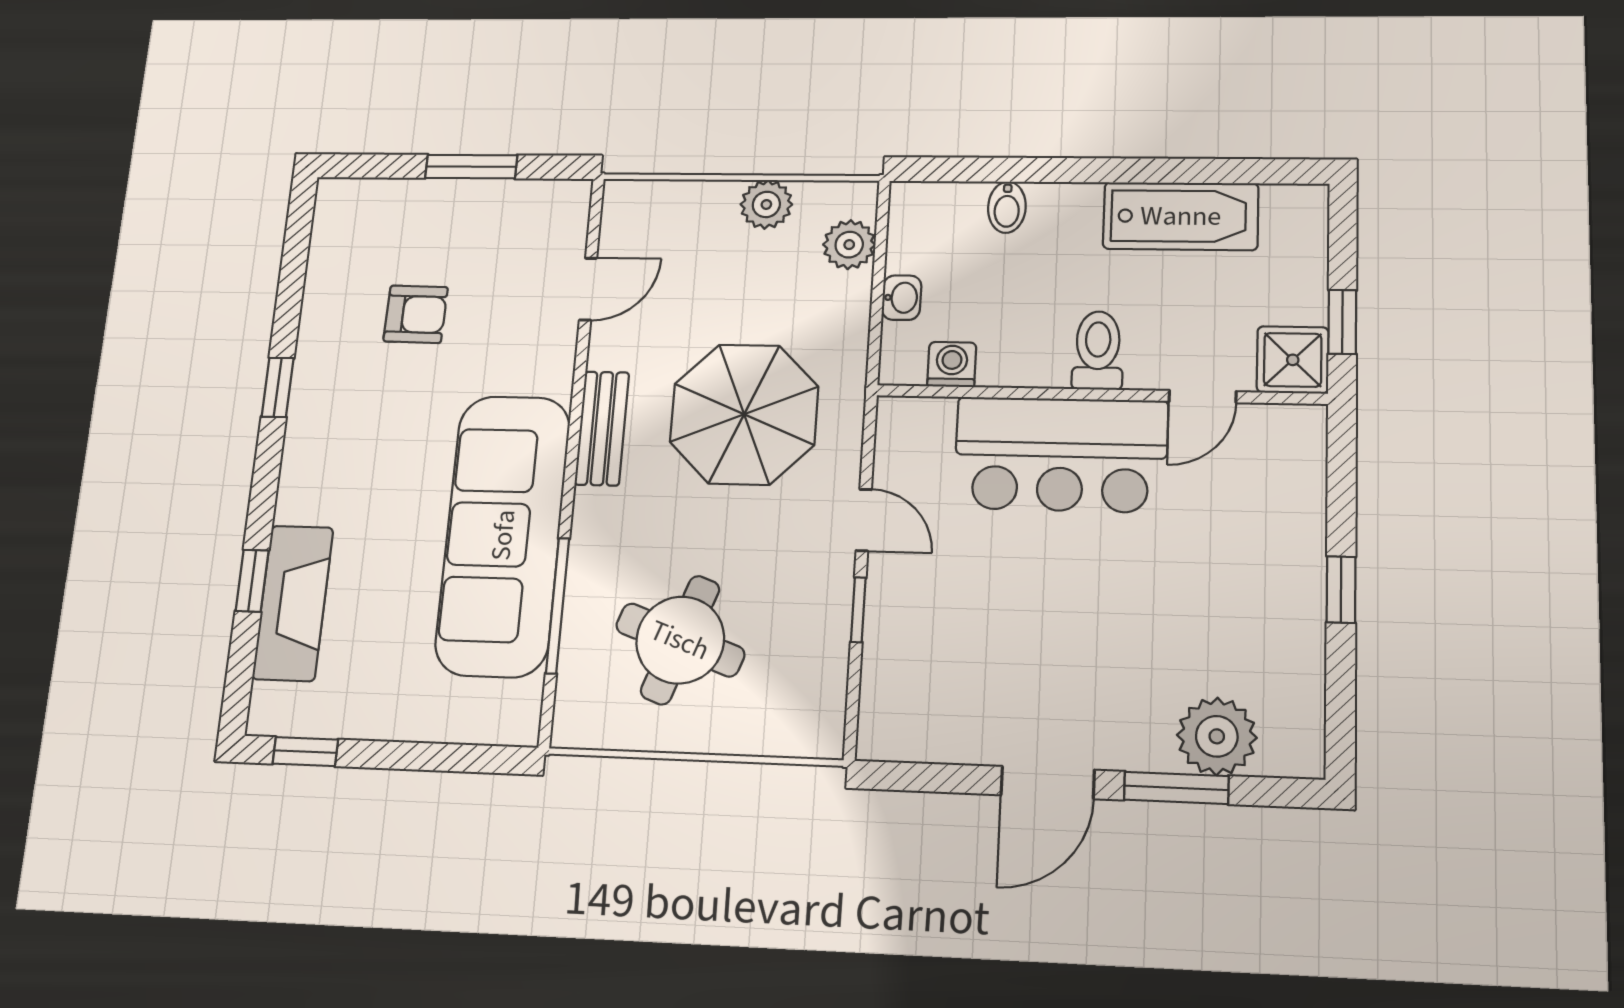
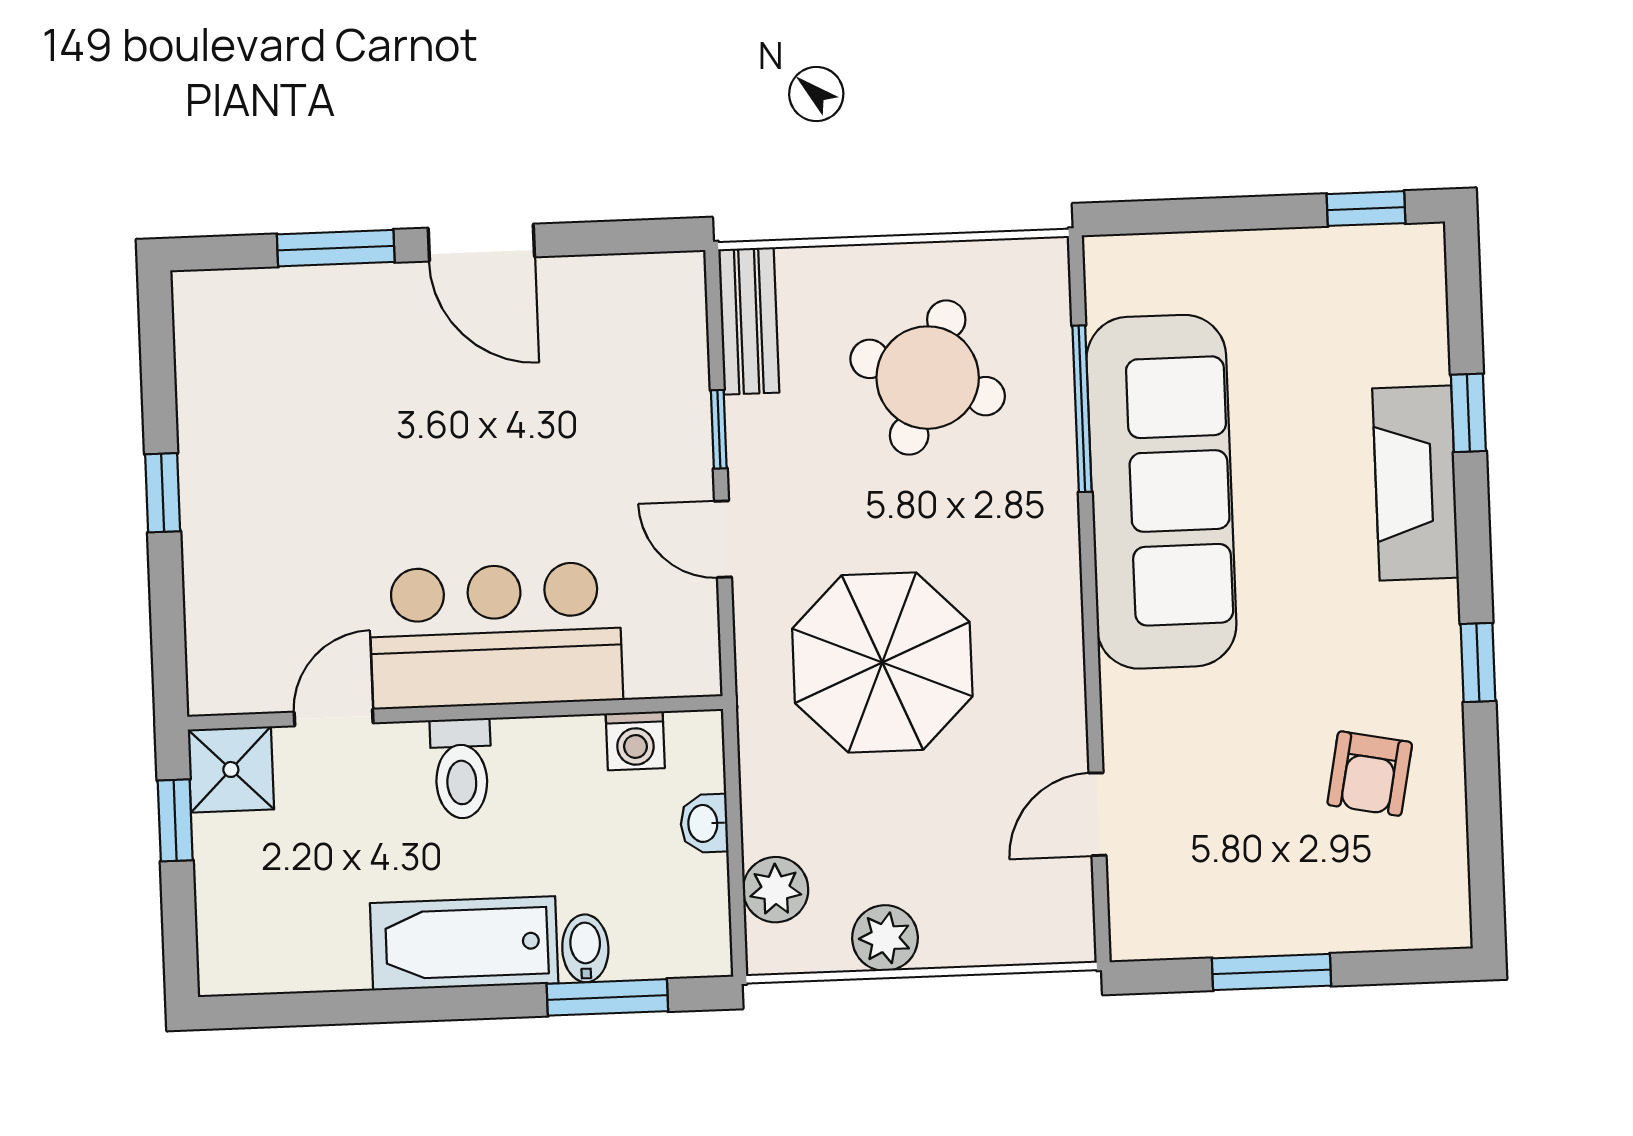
window: (992, 170) -> (607, 997), added
bathtub: (1181, 216) -> (464, 943), moved
armchair: (416, 314) -> (1370, 774), moved, turned -80
bench: (602, 428) -> (749, 321), moved
fireplace: (293, 603) -> (1415, 483), moved
plant: (1217, 736) -> (294, 311), removed
door: (1048, 783) -> (481, 243), swing flipped

